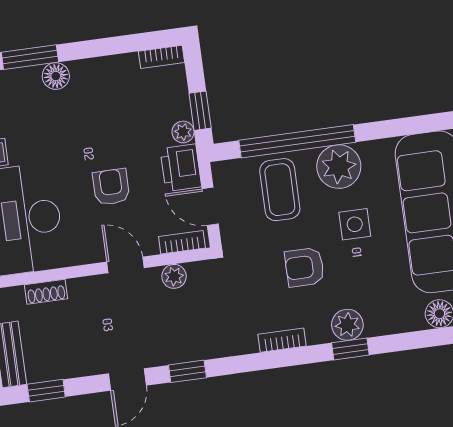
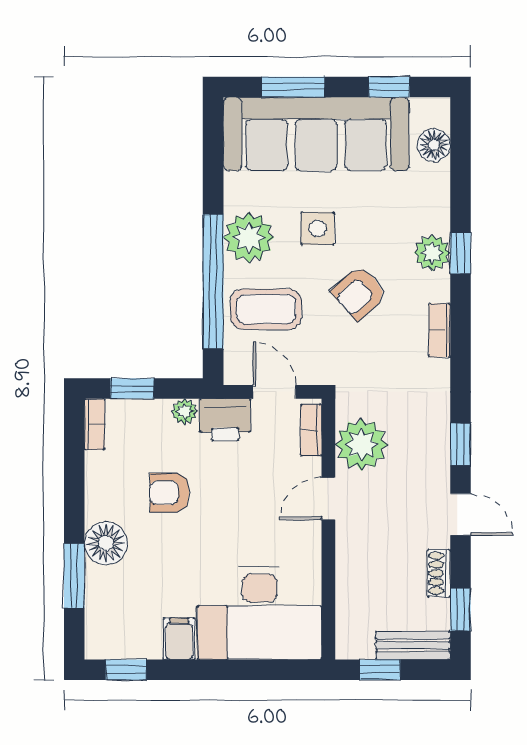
floor lamp: (56, 76) -> (106, 543), width x1.38, depth x1.38
window: (200, 111) -> (132, 388), moved
armchair: (111, 187) -> (170, 493), moved
door: (210, 206) -> (274, 392), swing flipped
armchair: (305, 267) -> (359, 293), turned 48
plant: (174, 276) -> (361, 445), width x1.88, depth x1.88
shoe rack: (46, 292) -> (439, 573), moved, turned 180

